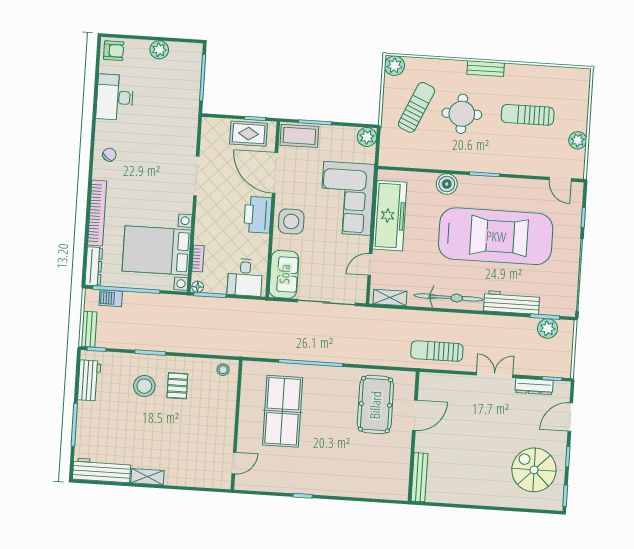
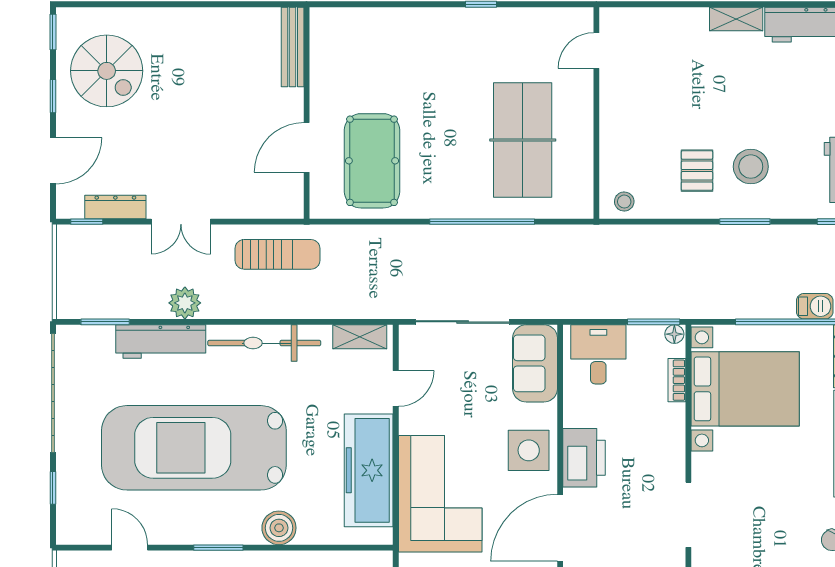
door: (275, 173) -> (560, 528), swing flipped
door: (560, 179) -> (130, 548), moved
plant: (548, 328) -> (185, 303), moved

